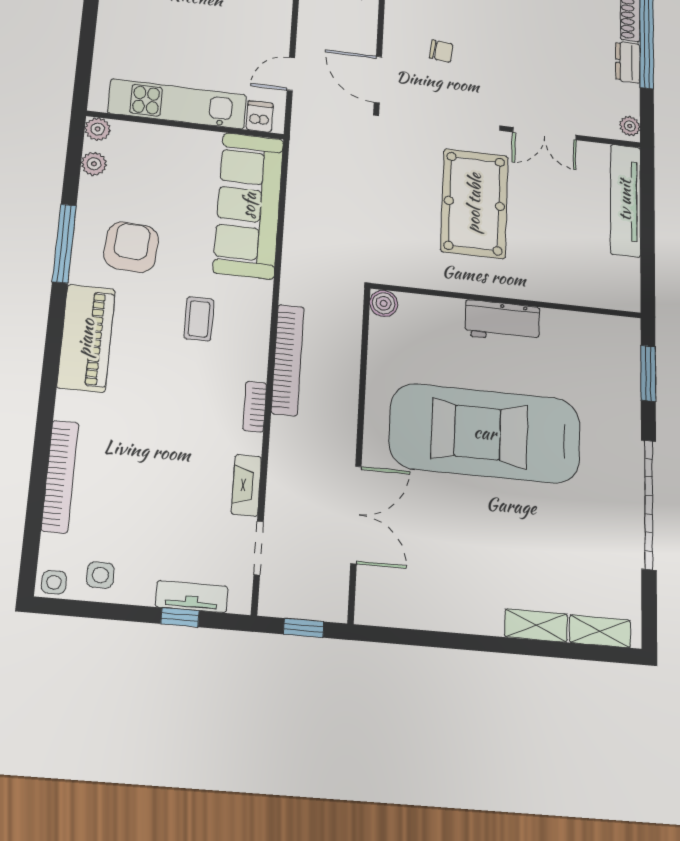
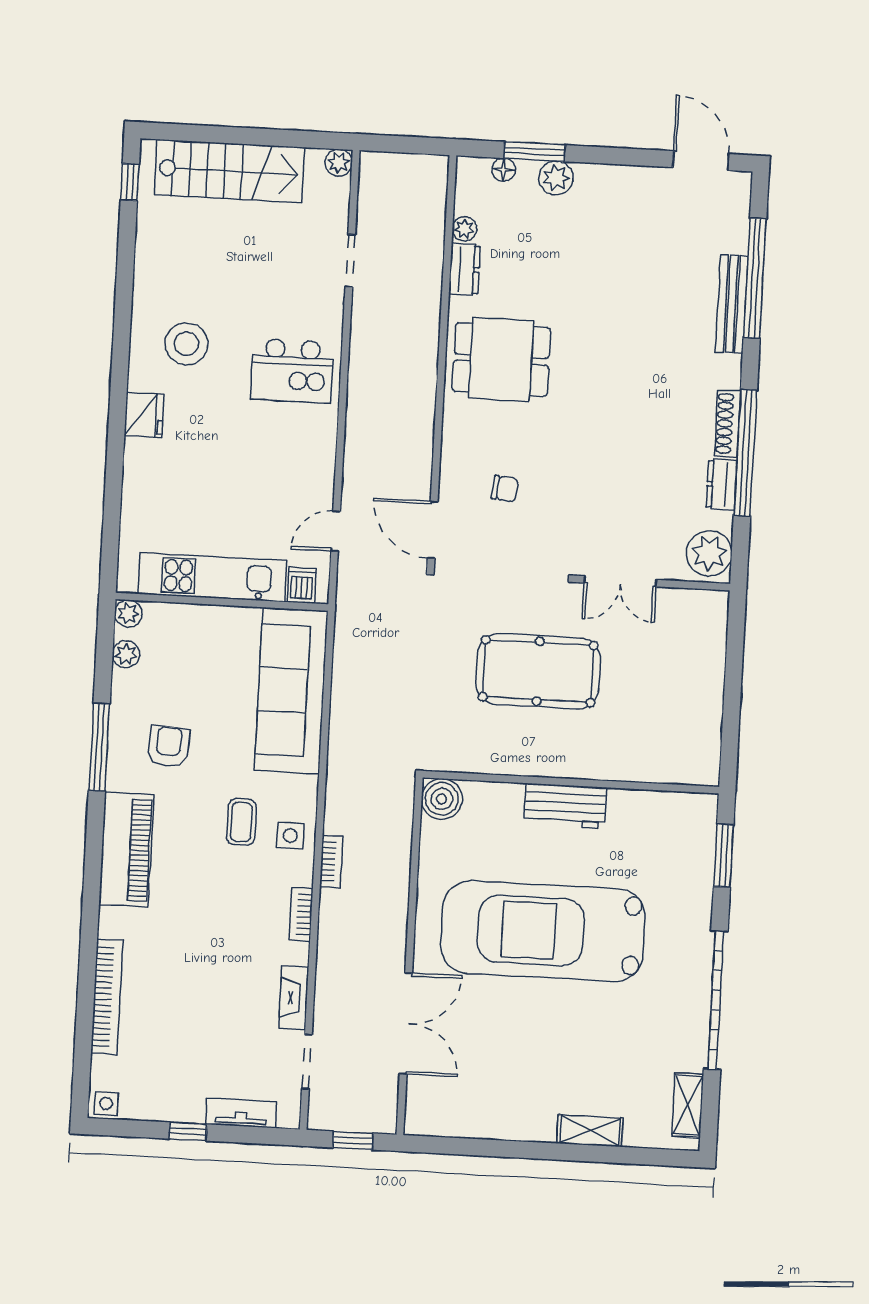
plant: (630, 126) -> (709, 553), width x1.87, depth x1.87
tv unit: (625, 200) -> (709, 656), removed
pool table: (474, 203) -> (538, 671), turned 90
armchair: (131, 247) -> (169, 747), width x0.72, depth x0.72
boiler: (384, 303) -> (442, 799), width x1.36, depth x1.36
bookcase: (288, 360) -> (331, 862), width x0.43, depth x0.76
side table: (100, 575) -> (290, 836), moved
window: (180, 617) -> (188, 1132), moved
shelving: (600, 631) -> (688, 1105), moved, turned 90

